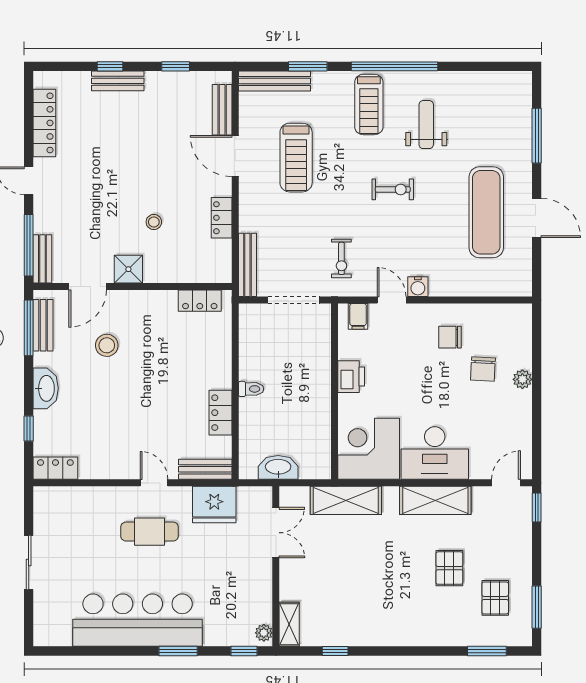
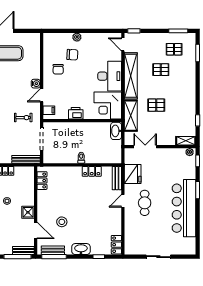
washbasin: (278, 467) -> (116, 131), moved
shelving: (435, 500) -> (131, 76), width x1.47
pallet: (370, 558) -> (156, 105), added

